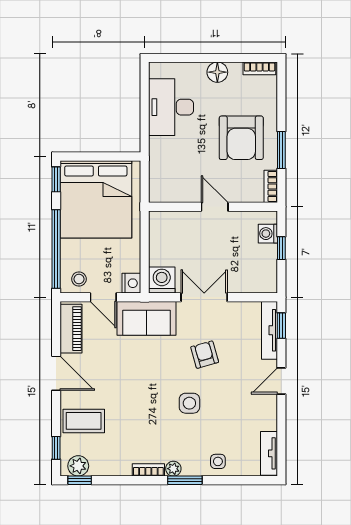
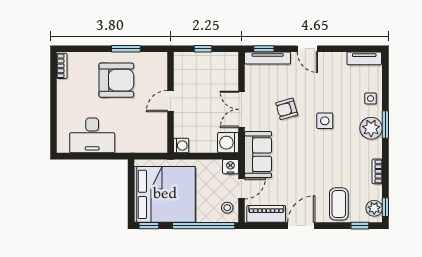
floor lamp: (217, 72) -> (65, 99), removed
bookcase: (271, 186) -> (155, 57), removed
washing machine: (268, 234) -> (181, 145), moved, turned -90
plant: (173, 469) -> (371, 128), width x1.88, depth x1.88
bookcase: (148, 470) -> (377, 171), moved

